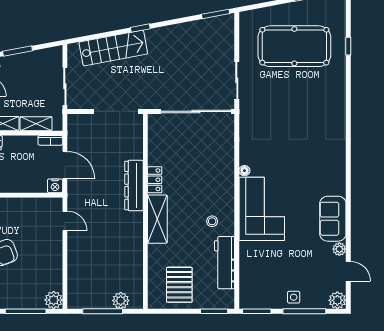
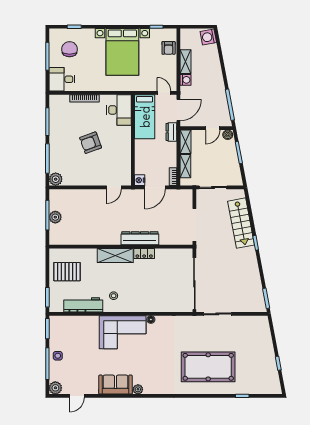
pool table: (294, 46) -> (208, 367), moved, turned 90
plant: (339, 249) -> (138, 389), moved
plant: (121, 301) -> (55, 217), moved

